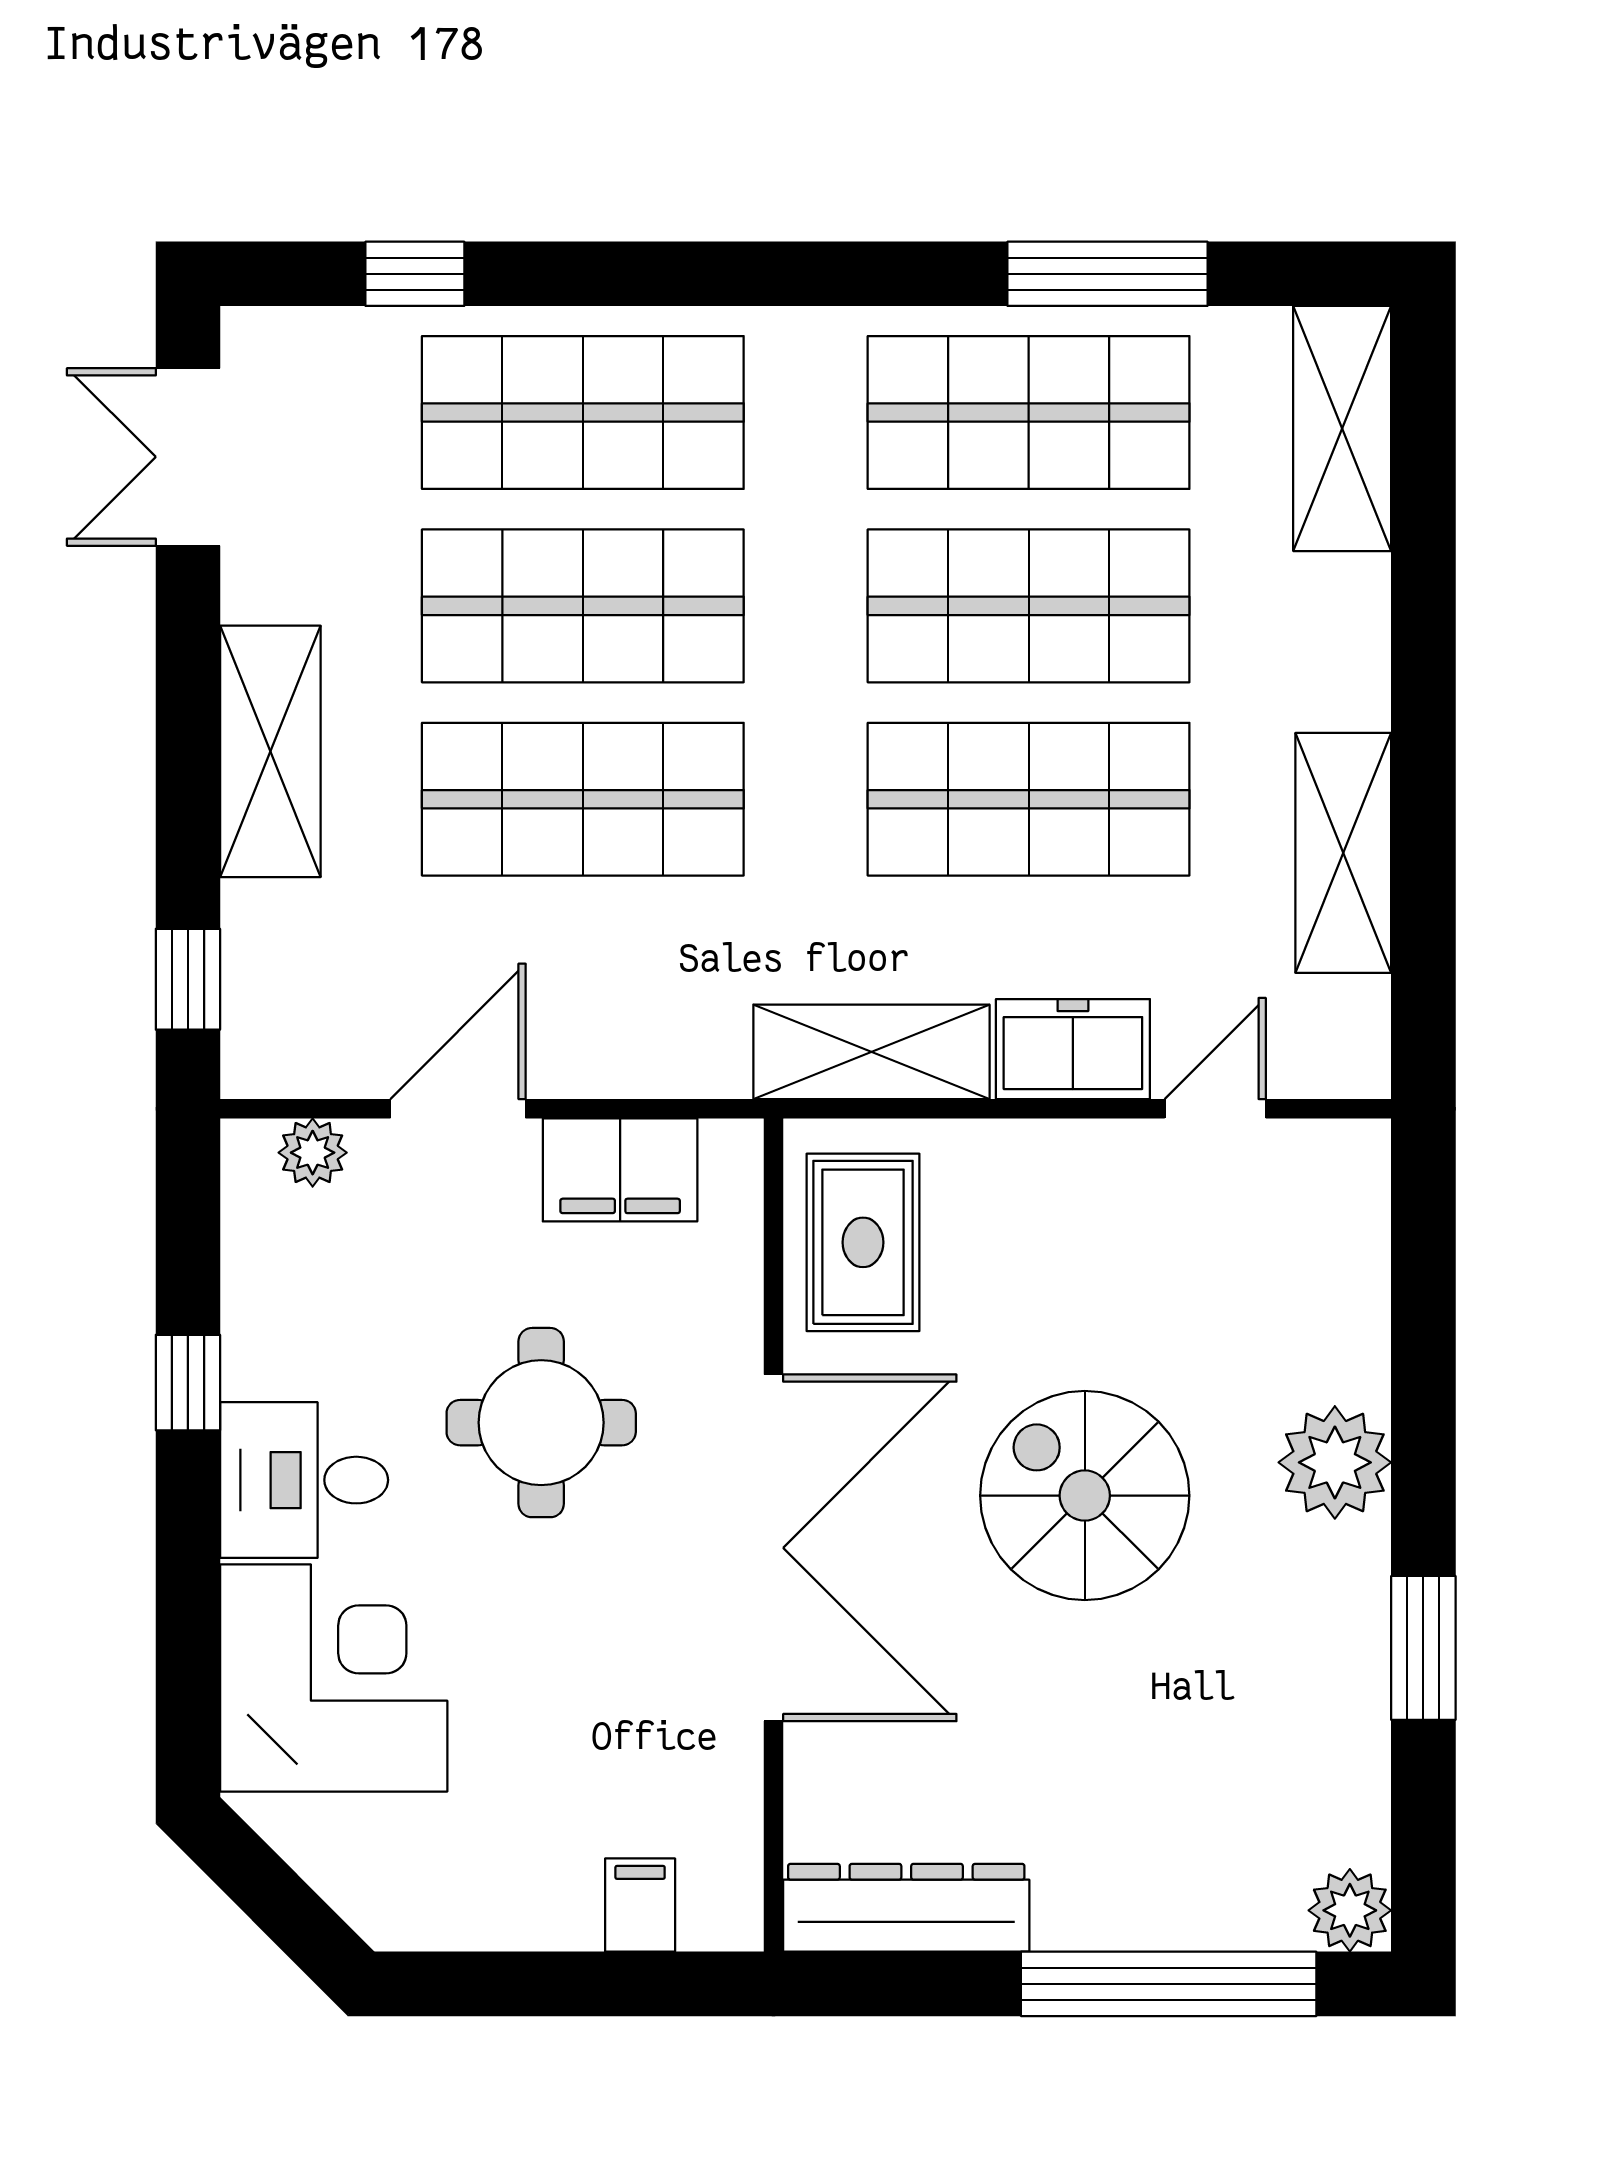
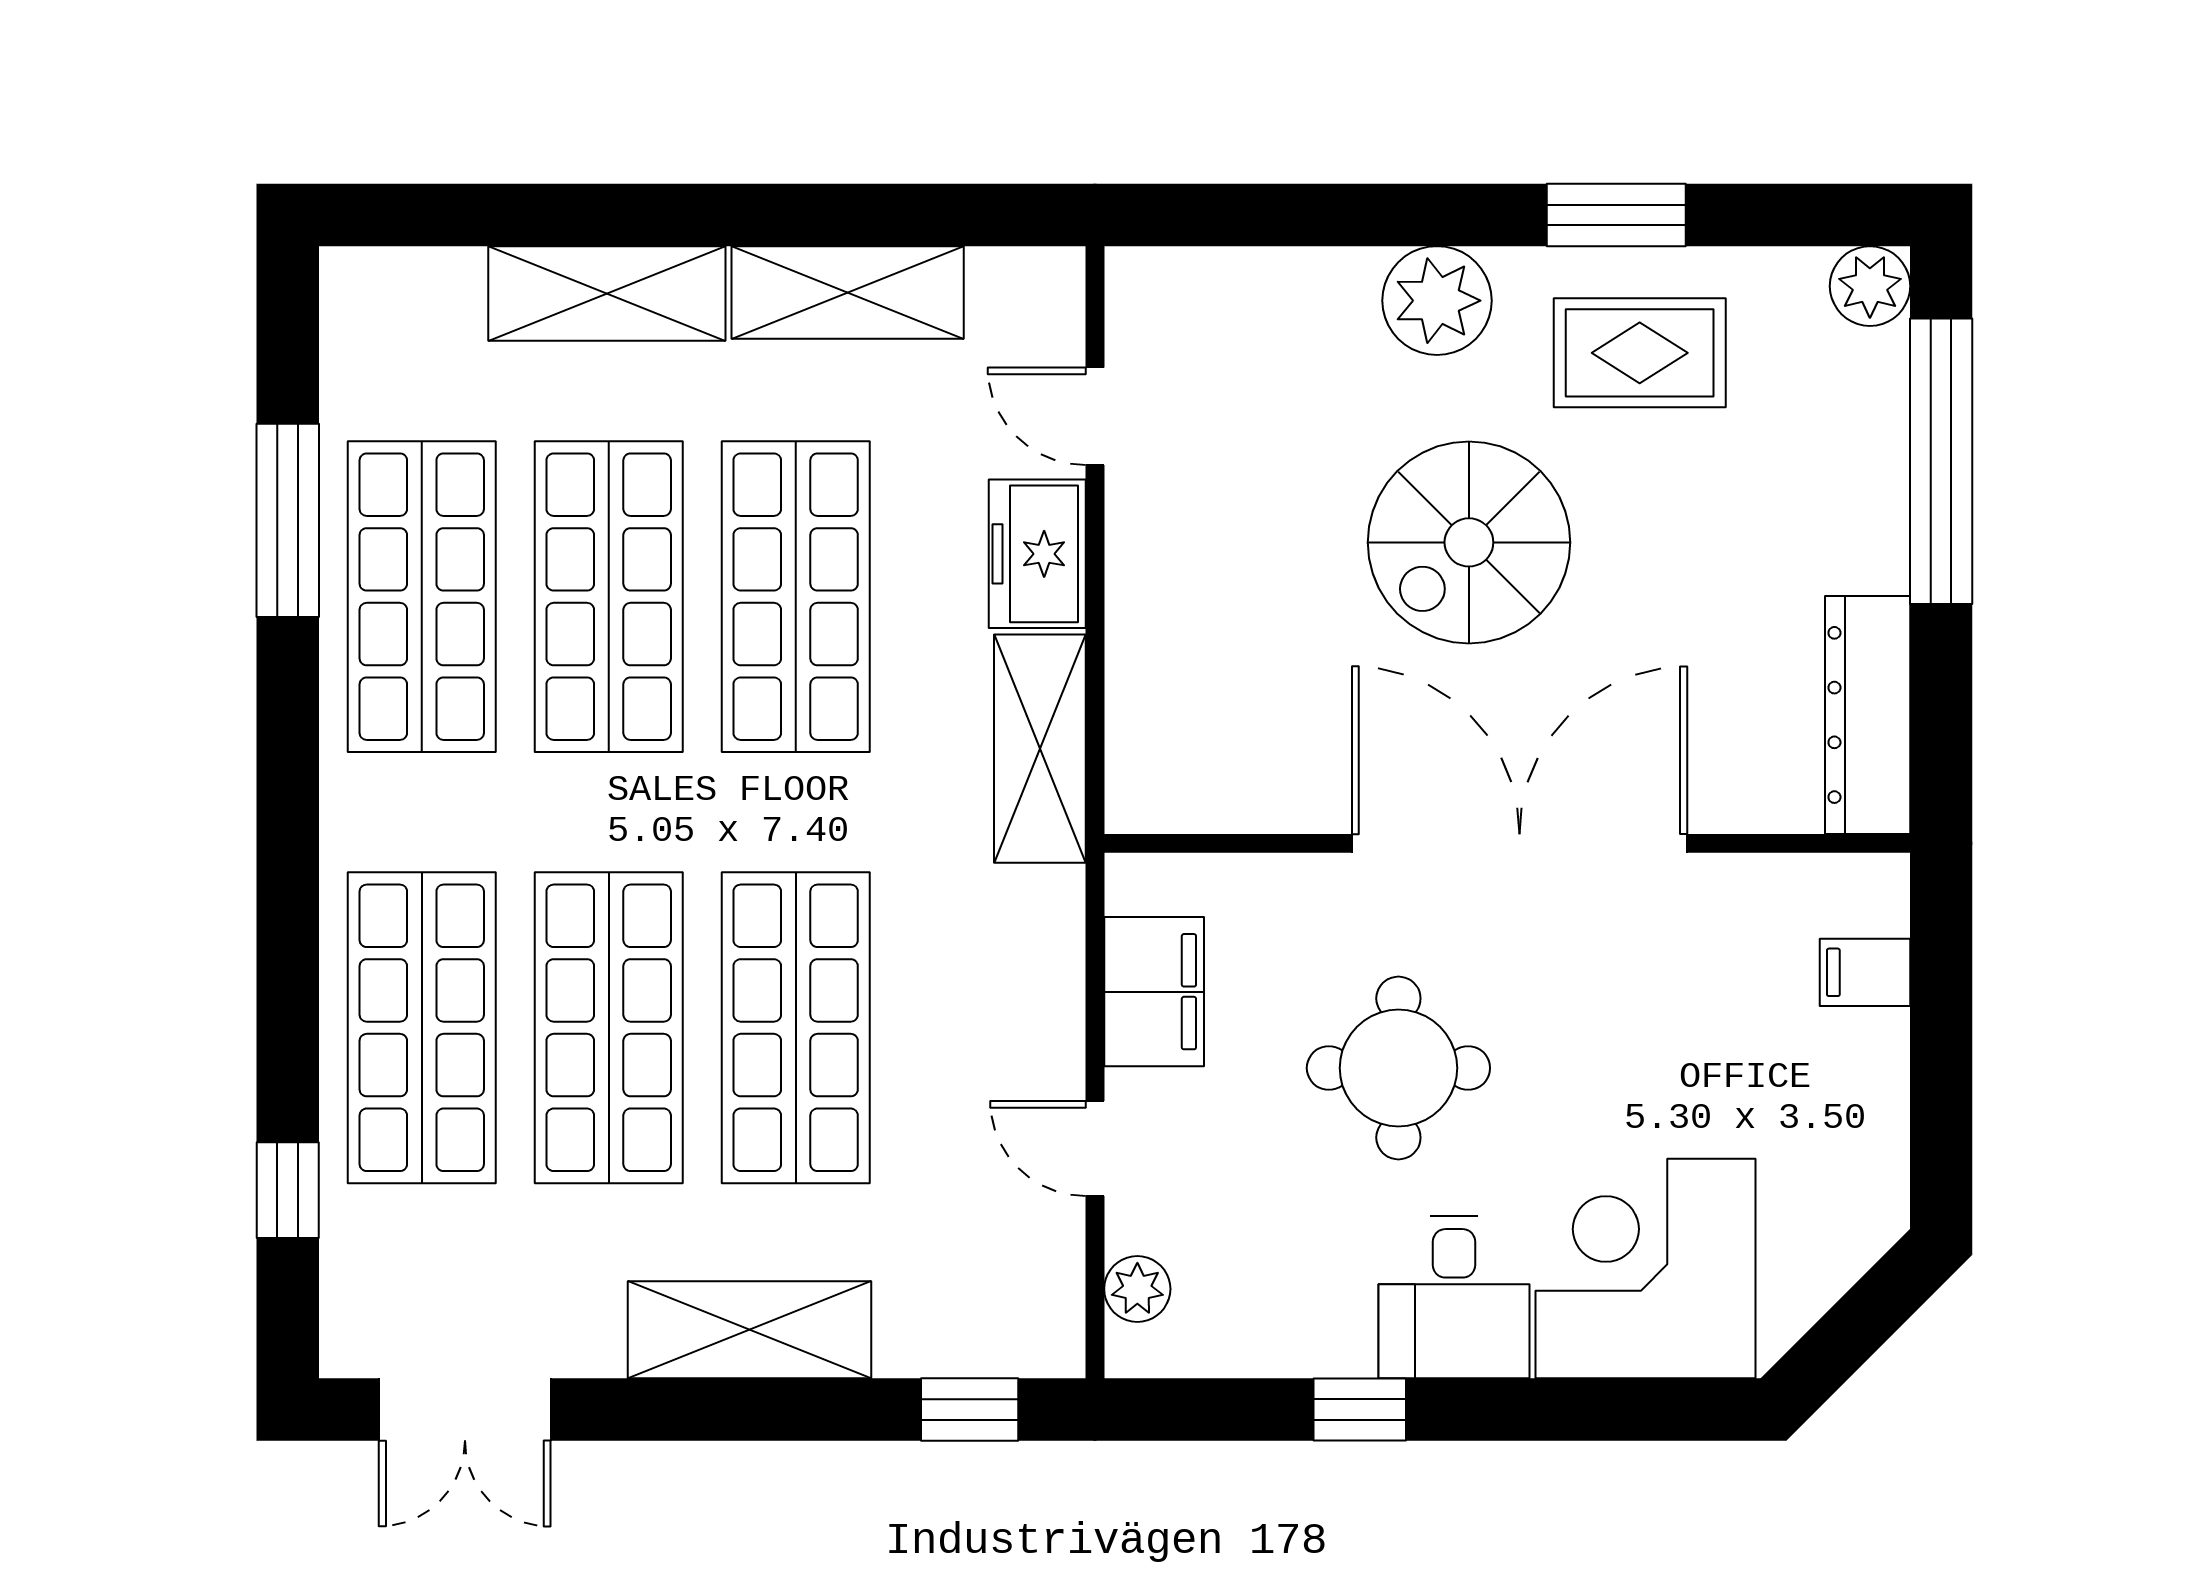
shelving: (1342, 429) -> (607, 293), moved
door: (458, 1109) -> (1095, 1148), width x0.73
rug: (863, 1242) -> (1640, 353), moved

